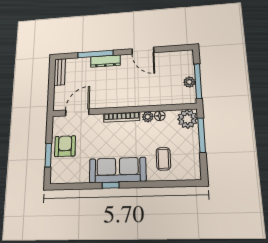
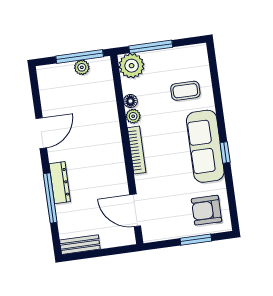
armchair: (65, 146) -> (206, 210), moved

